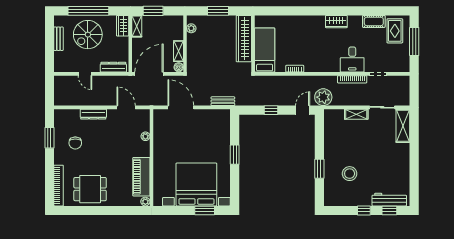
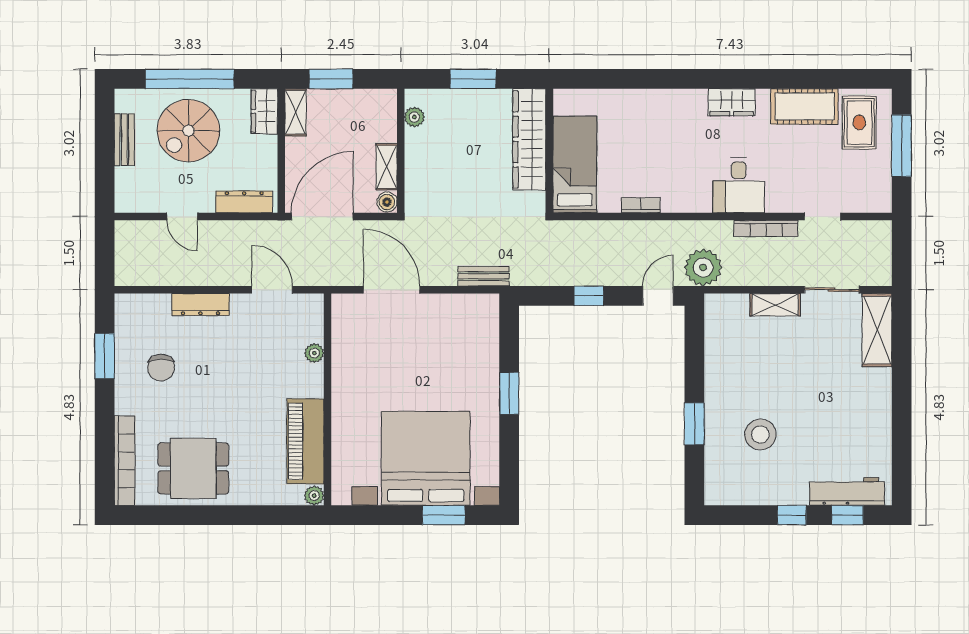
cot: (374, 21) -> (805, 106), width x1.37, depth x1.34
desk: (352, 60) -> (739, 185), moved

